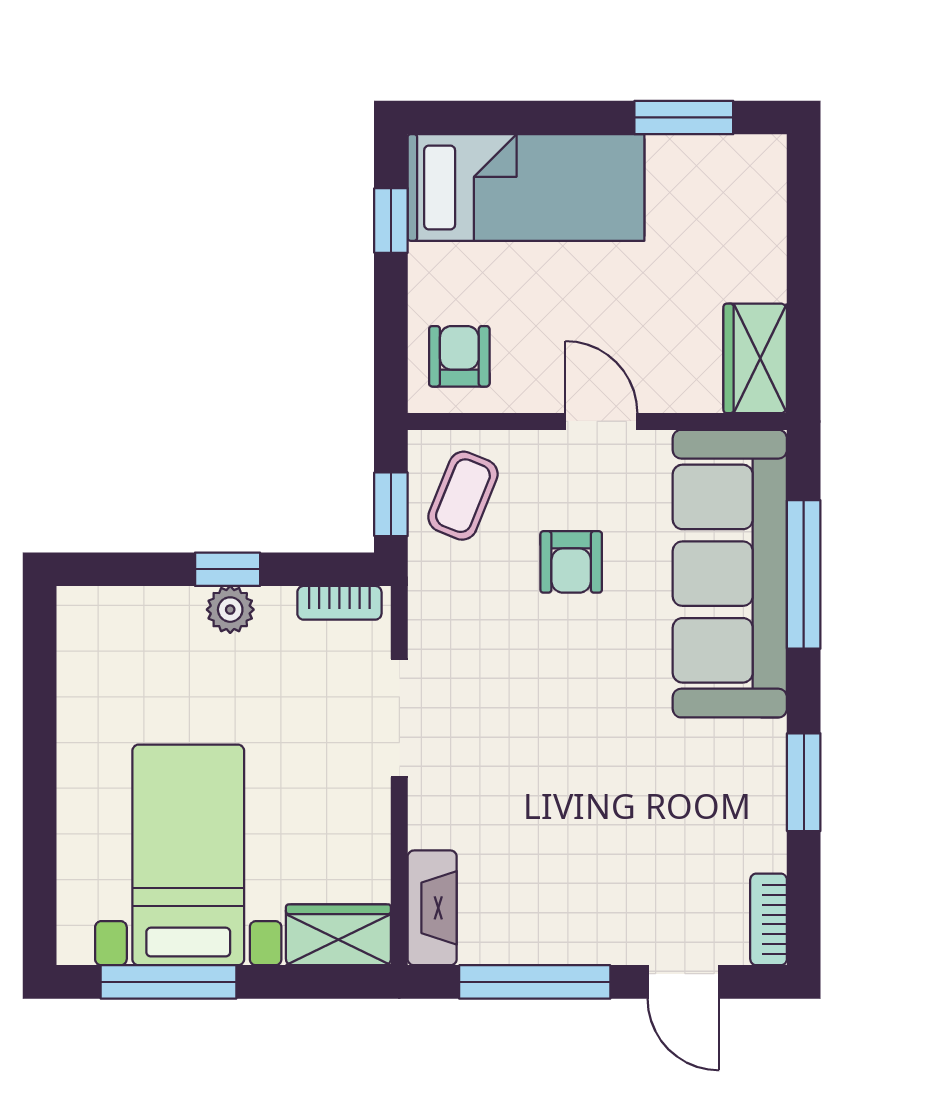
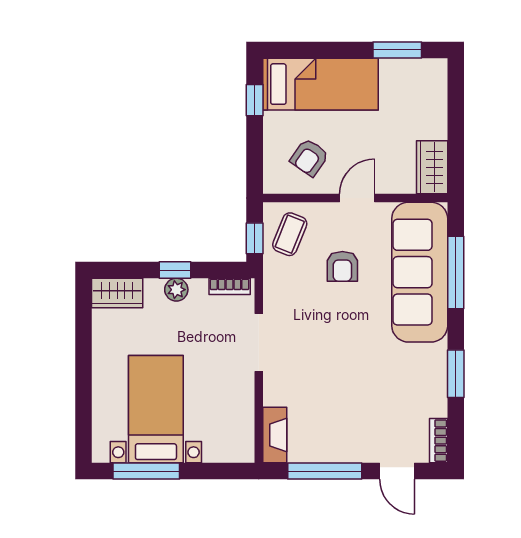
armchair: (459, 356) -> (309, 157), moved, turned -145
door: (601, 421) -> (357, 198), hinge flipped
wardrobe: (338, 935) -> (117, 293), moved, turned 180

